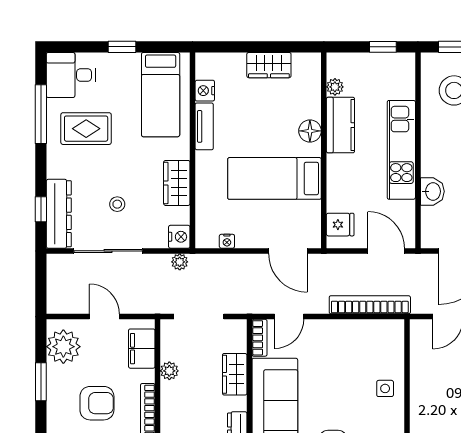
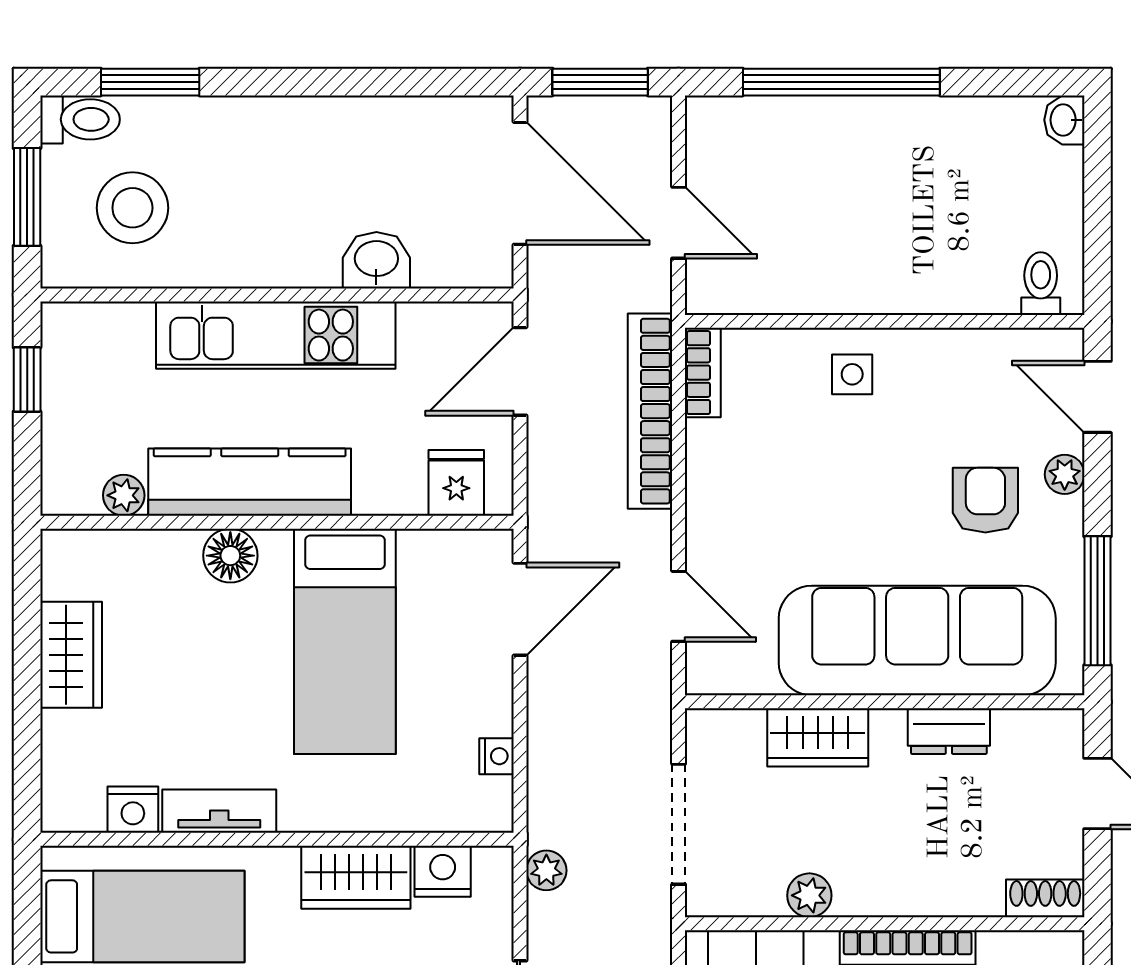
kitchen counter: (340, 125) -> (250, 482), width x1.50
nightstand: (179, 237) -> (443, 871), moved
bookcase: (259, 338) -> (703, 373), moved, turned 90

